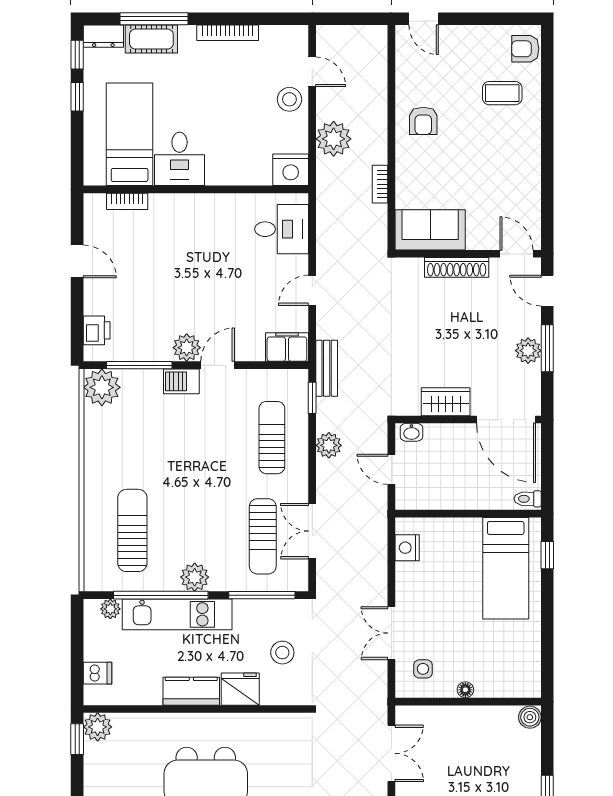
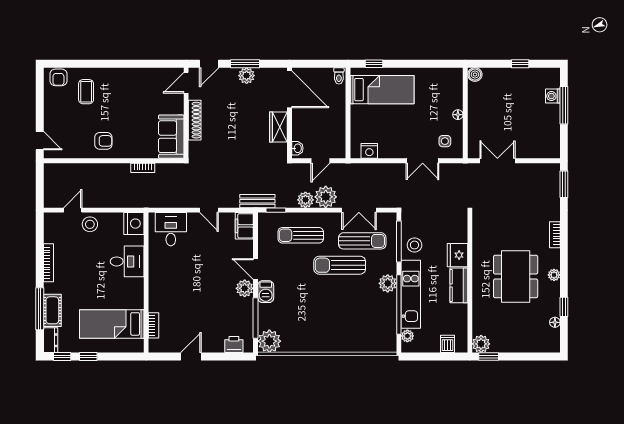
door: (424, 19) -> (40, 141), hinge flipped
plant: (334, 139) -> (326, 197), moved
desk: (180, 159) -> (127, 261), moved
door: (506, 420) -> (289, 89), hinge flipped
sun lounger: (132, 530) -> (340, 265), moved
stool: (282, 653) -> (414, 245), moved

